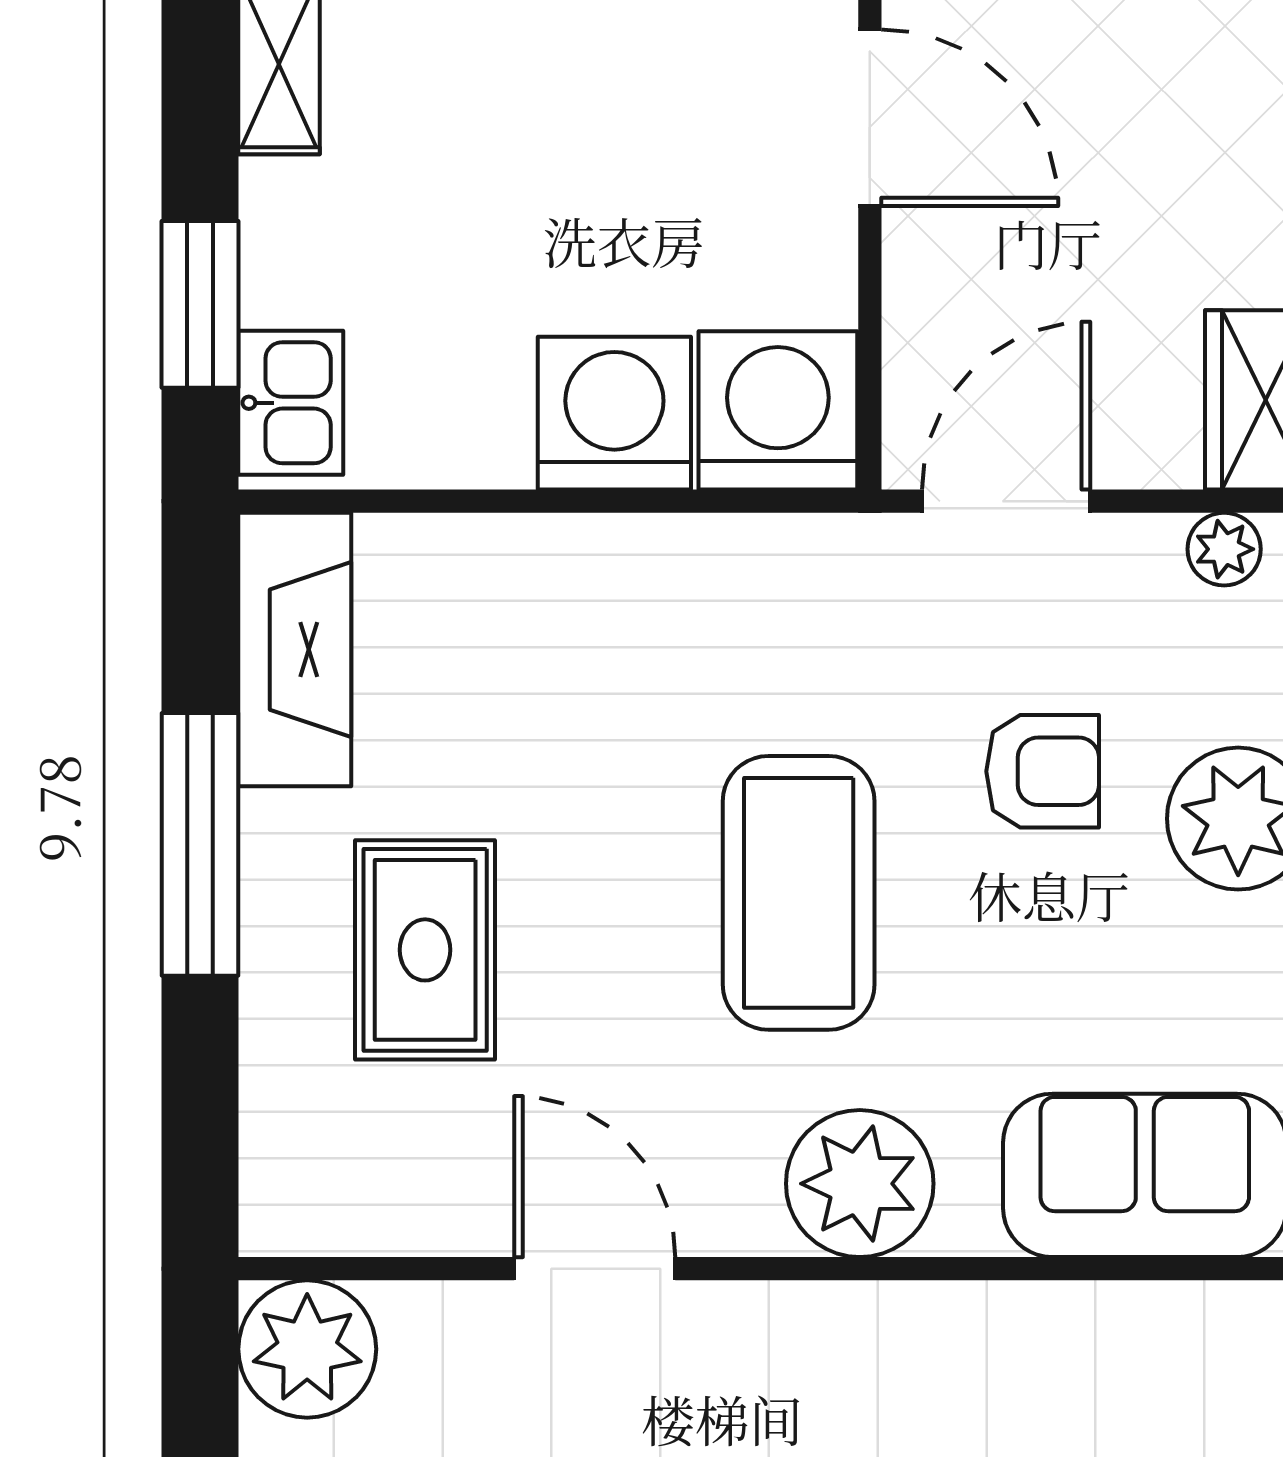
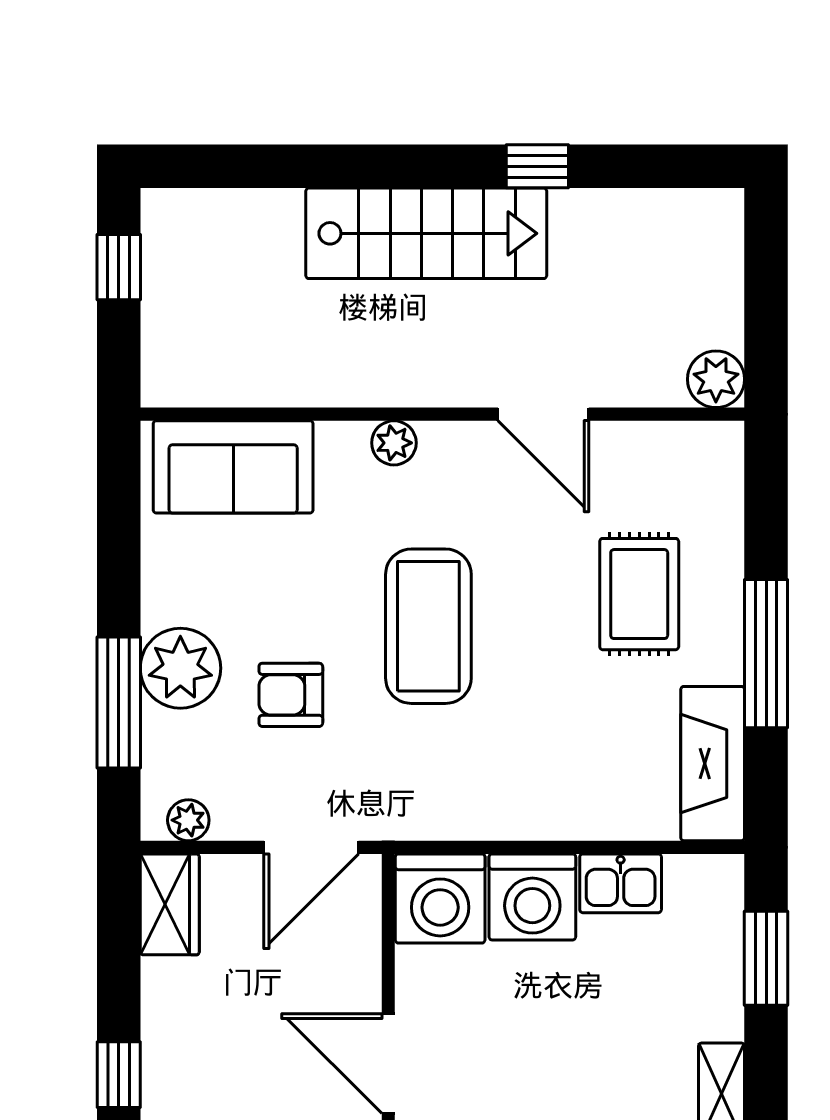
kitchen sink: (291, 403) -> (621, 883), moved, turned -90
plant: (860, 1184) -> (394, 443), width x0.53, depth x0.53
plant: (307, 1349) -> (716, 379), width x0.73, depth x0.73

